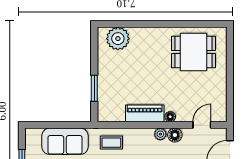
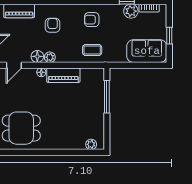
plant: (118, 39) -> (91, 144), width x0.53, depth x0.53
window: (94, 88) -> (107, 97), width x1.44
sofa: (65, 141) -> (147, 51), moved

